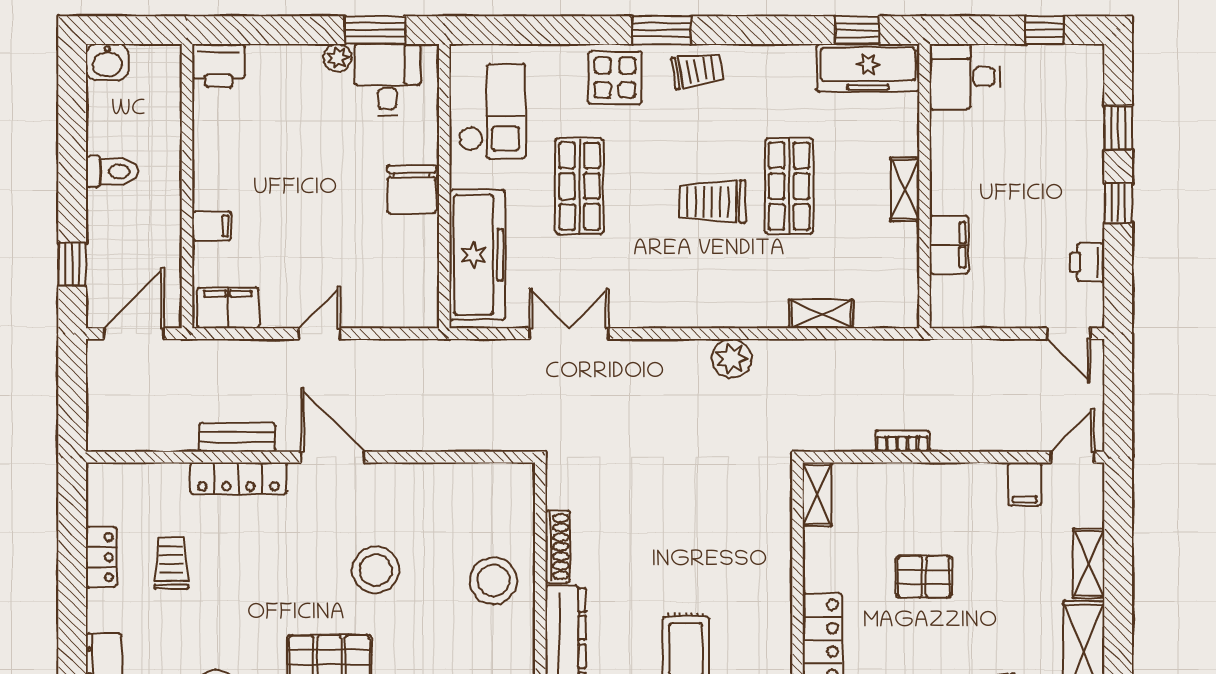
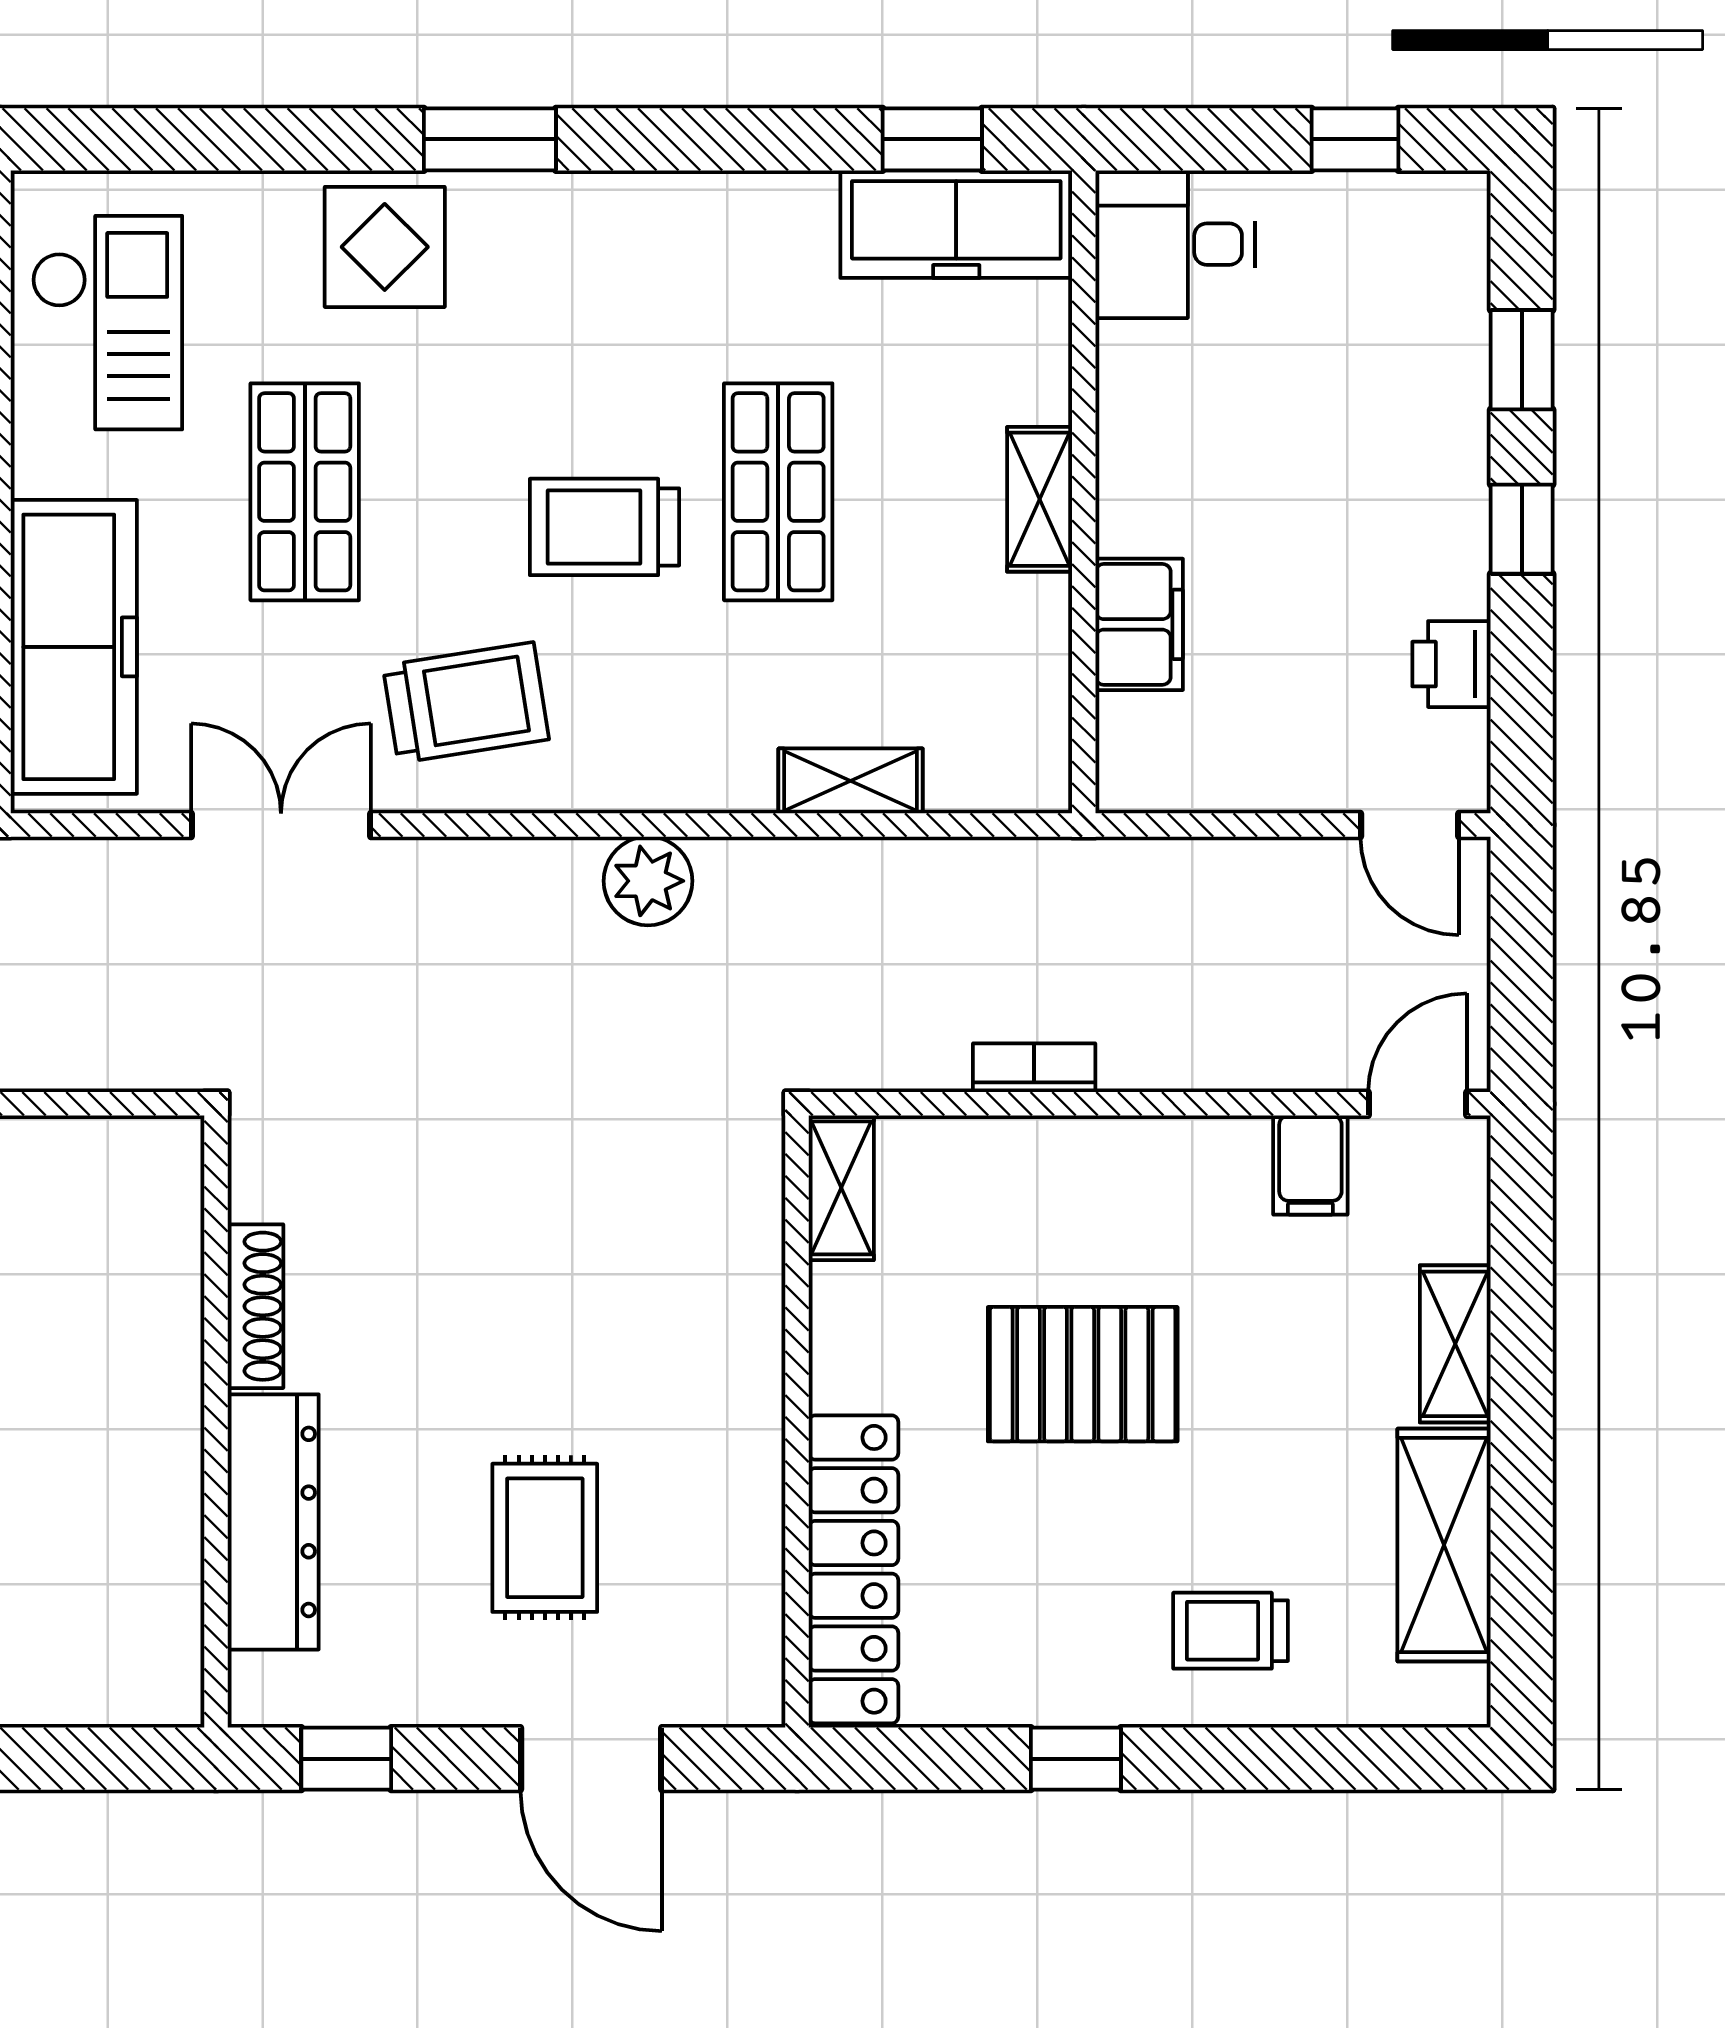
trolley: (697, 70) -> (466, 703), moved, width x1.36, depth x1.39
pallet: (924, 577) -> (1083, 1374), width x1.50, depth x1.42
stool: (493, 581) -> (110, 1383), removed

